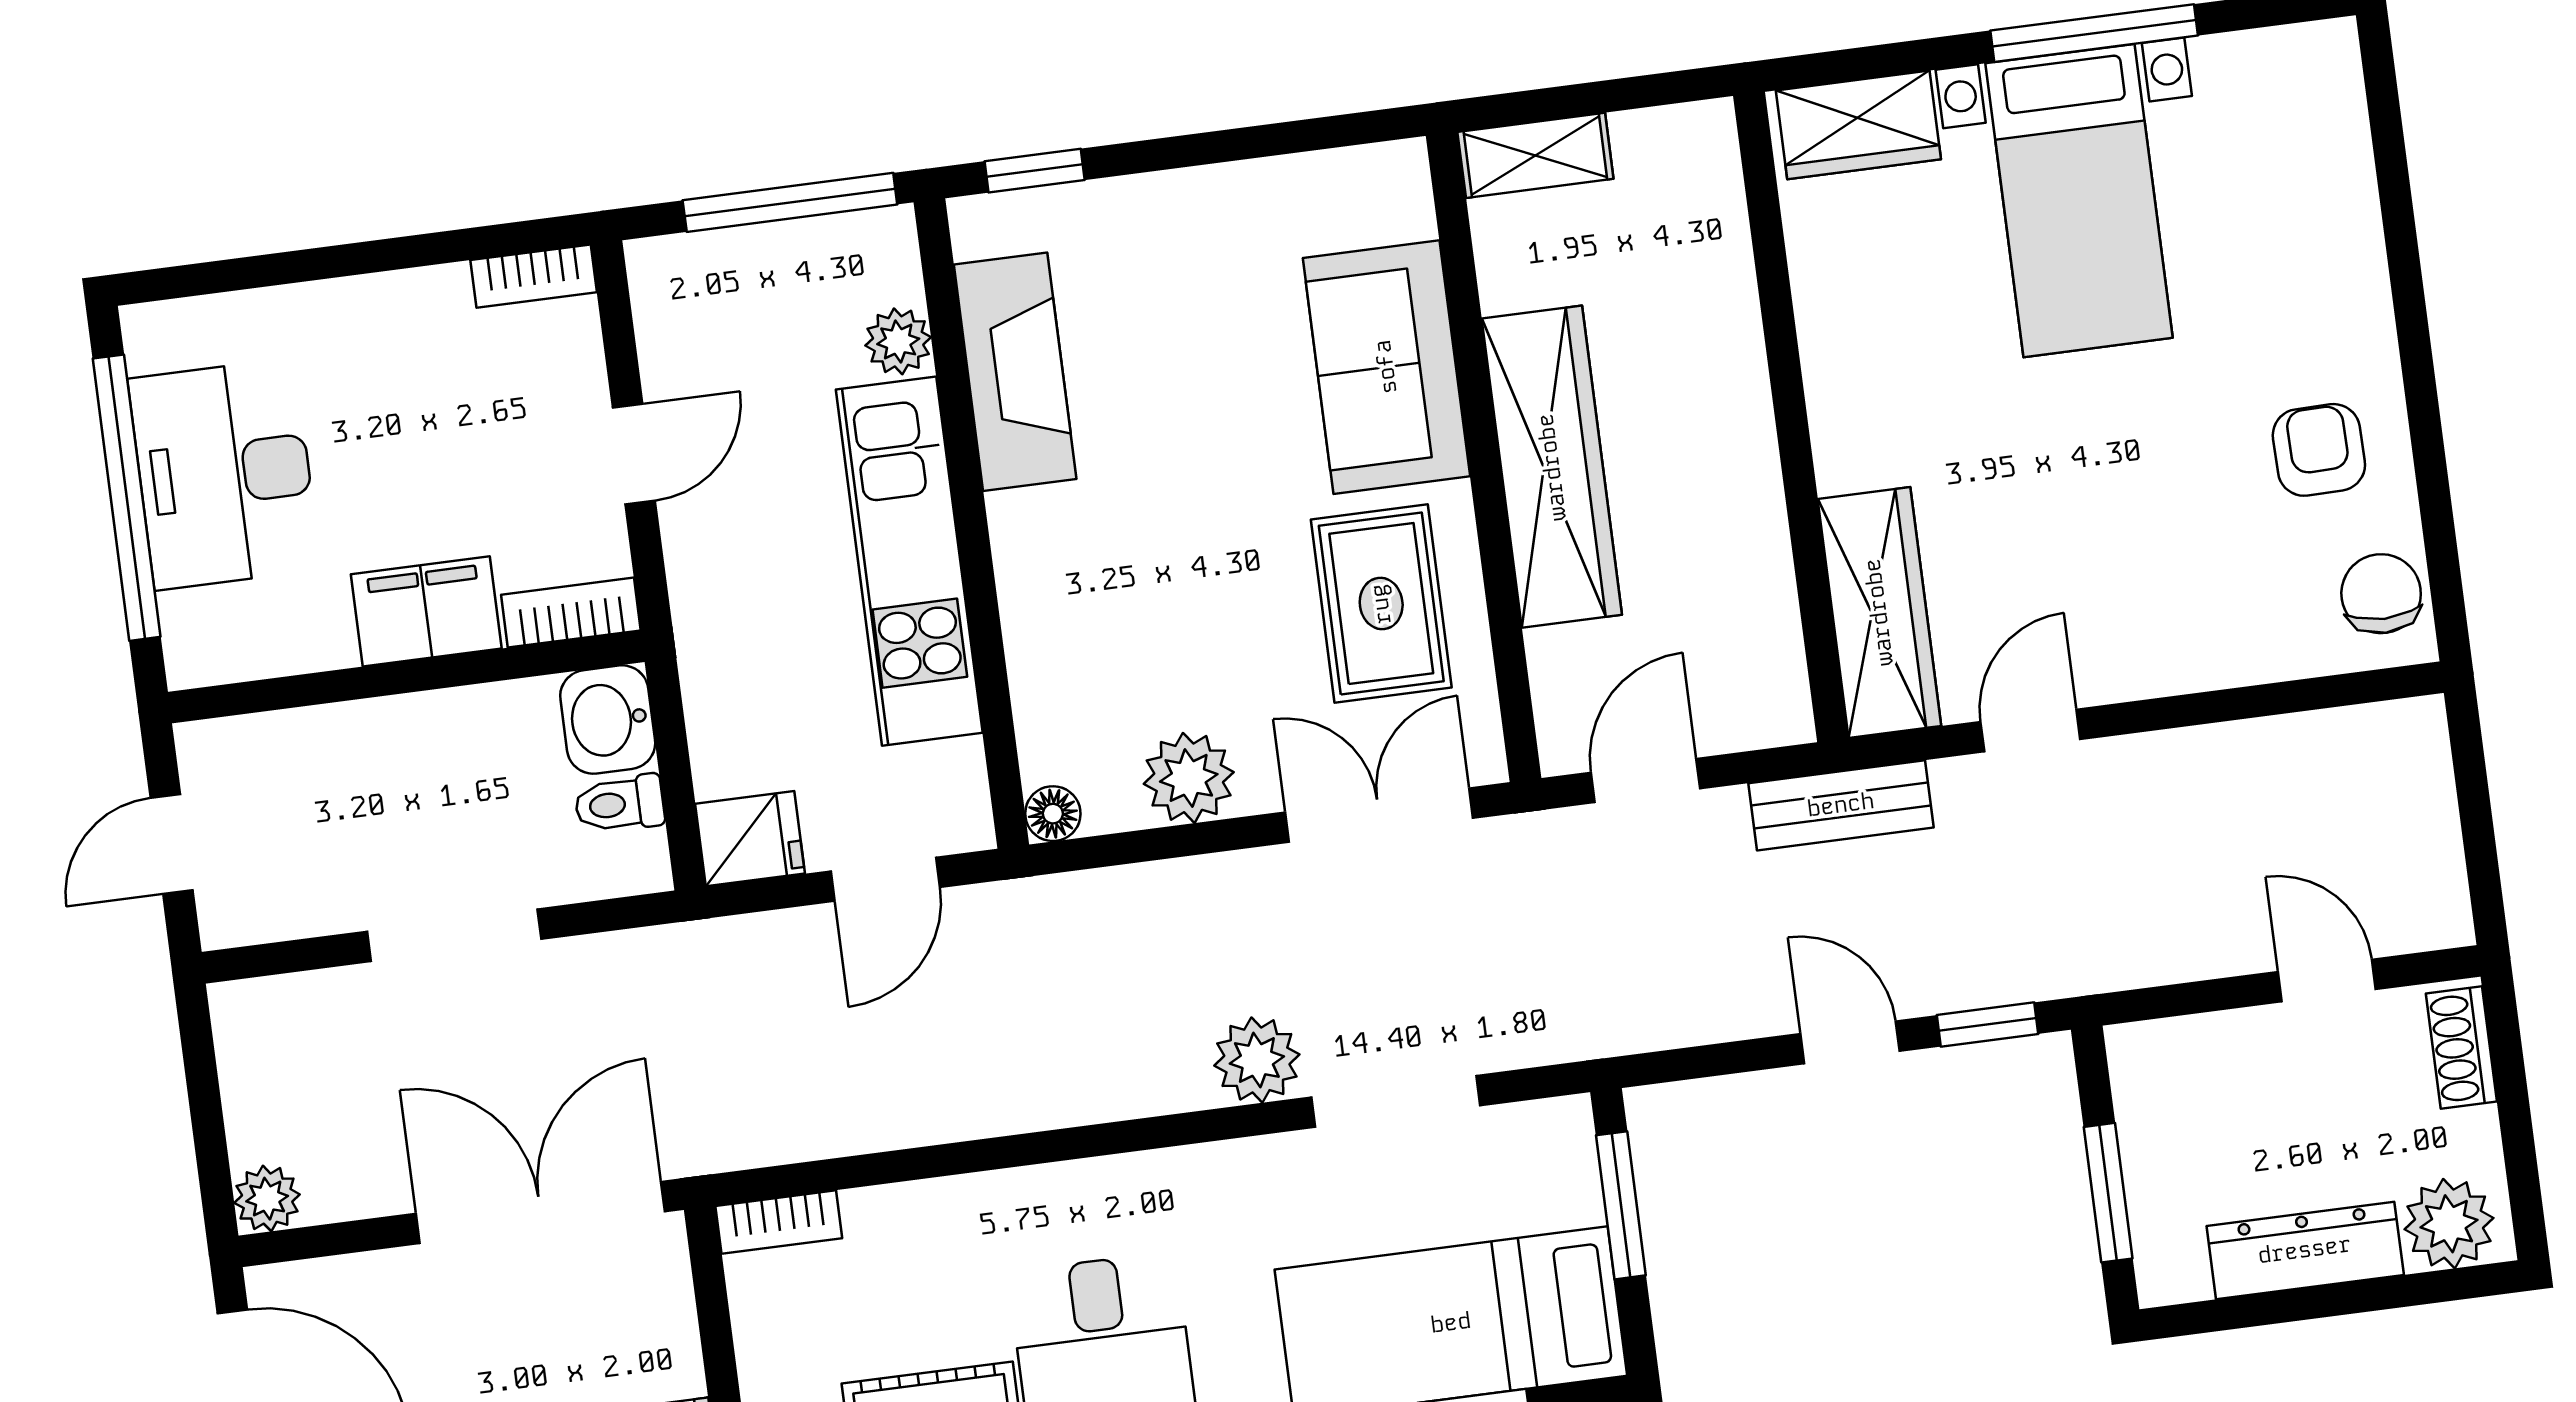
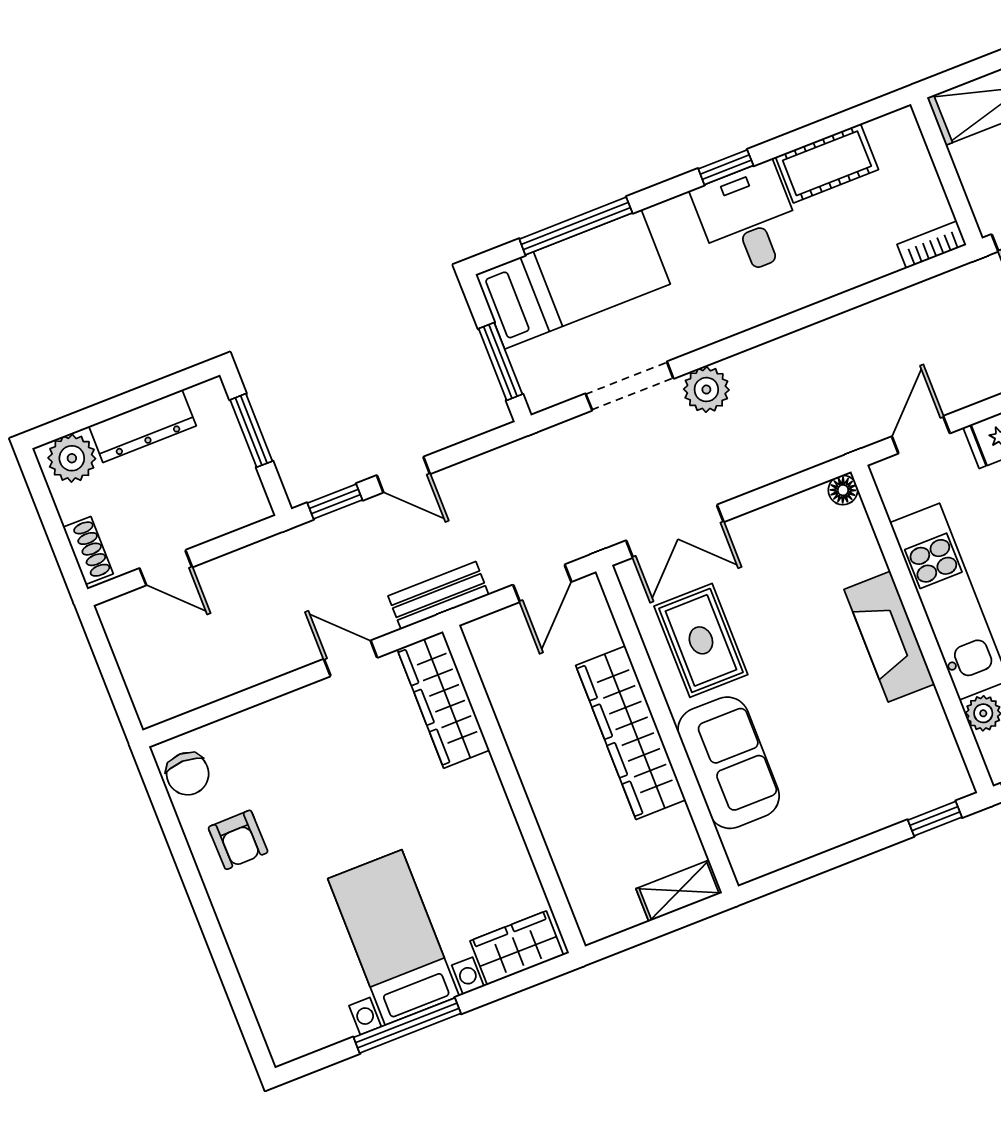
fireplace: (1015, 372) -> (889, 637), moved
door: (2030, 730) -> (351, 658), swing flipped
plant: (1189, 778) -> (778, 526), removed

